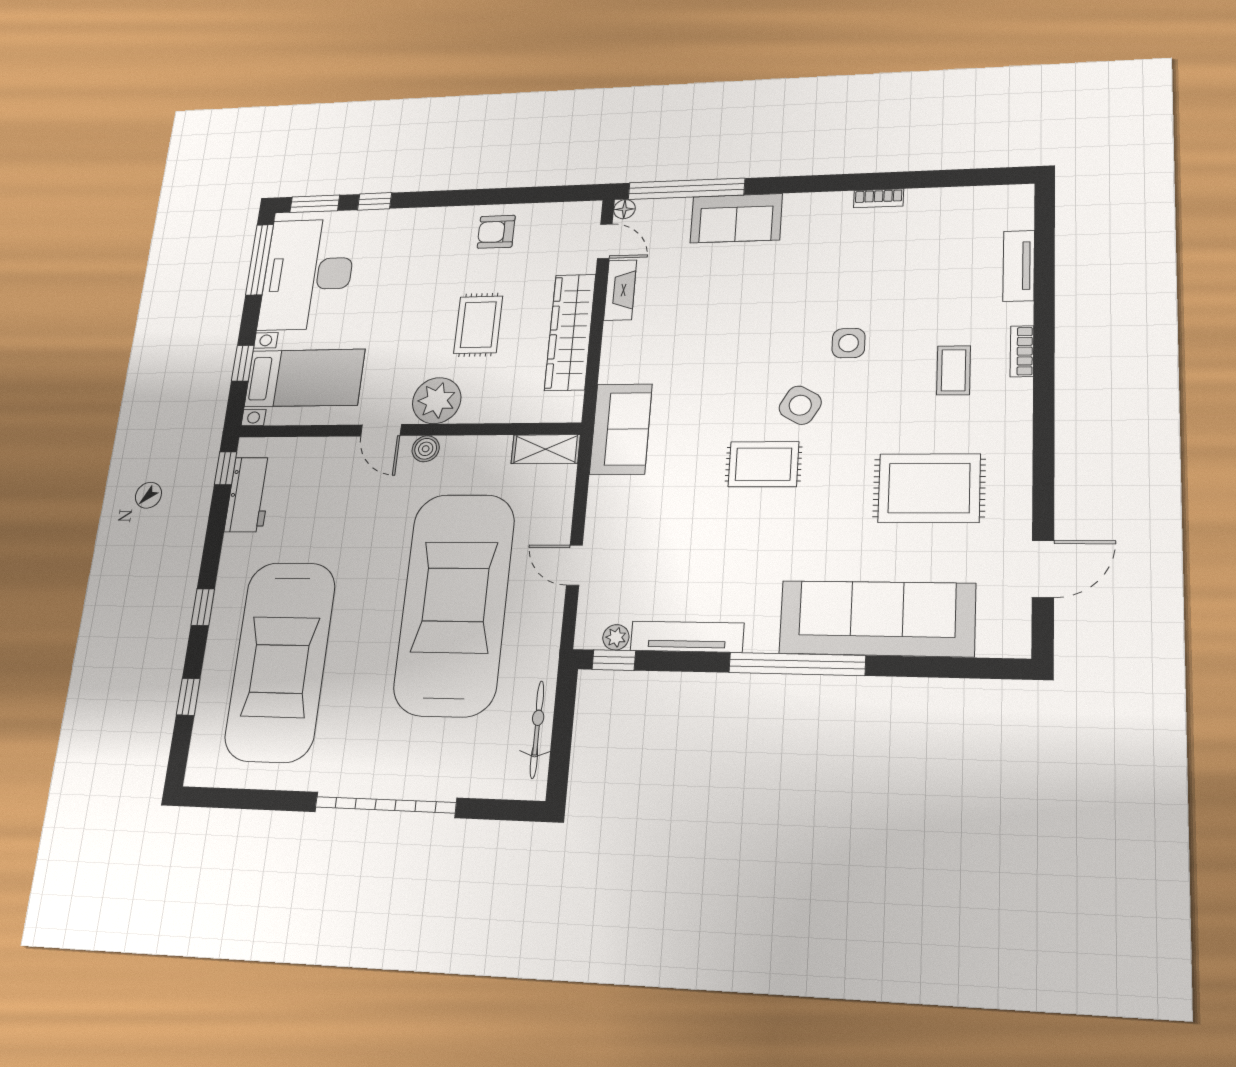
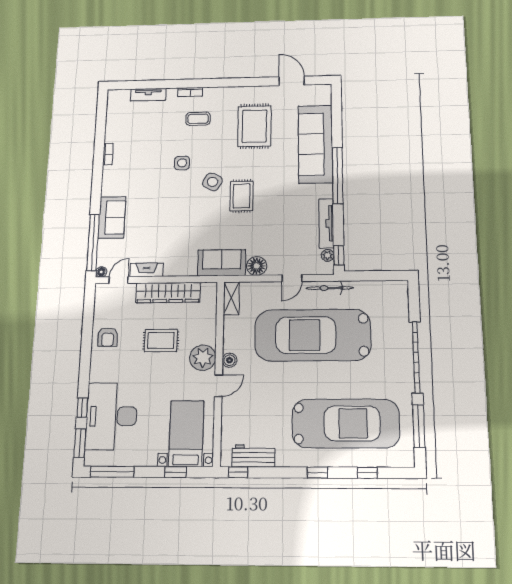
desk: (308, 274) -> (111, 416), moved, turned 90
floor lamp: (607, 496) -> (257, 266), added
bicycle: (537, 730) -> (330, 288), moved
window: (255, 799) -> (419, 426), added

